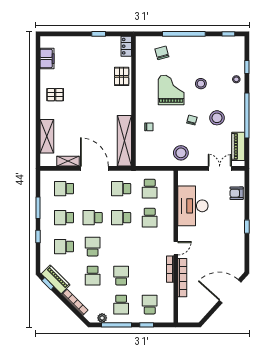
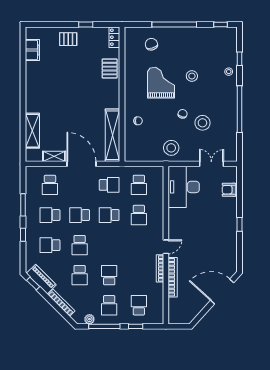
pallet: (55, 95) -> (68, 39), moved
stool: (217, 118) -> (202, 123), moved
piano: (238, 146) -> (231, 141), removed
school desk: (64, 189) -> (50, 185), turned -90
school desk: (121, 189) -> (109, 185), turned 180
desk: (193, 206) -> (184, 187), moved
school desk: (93, 247) -> (80, 245), turned 180

